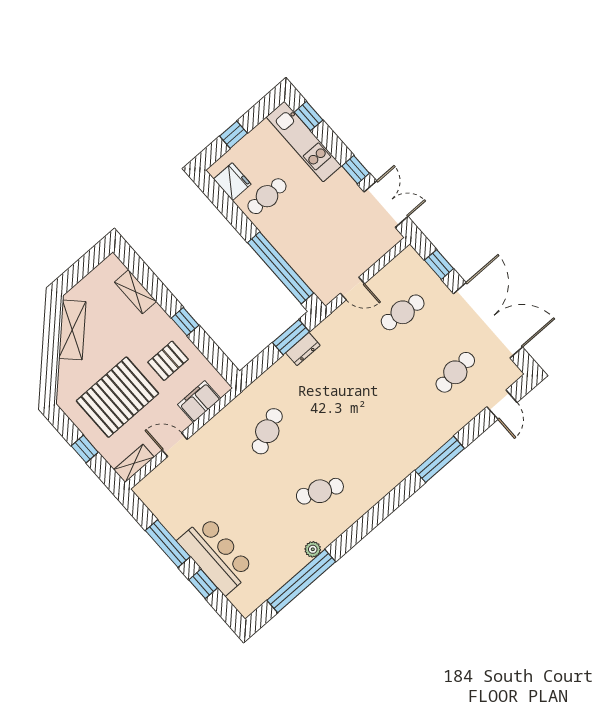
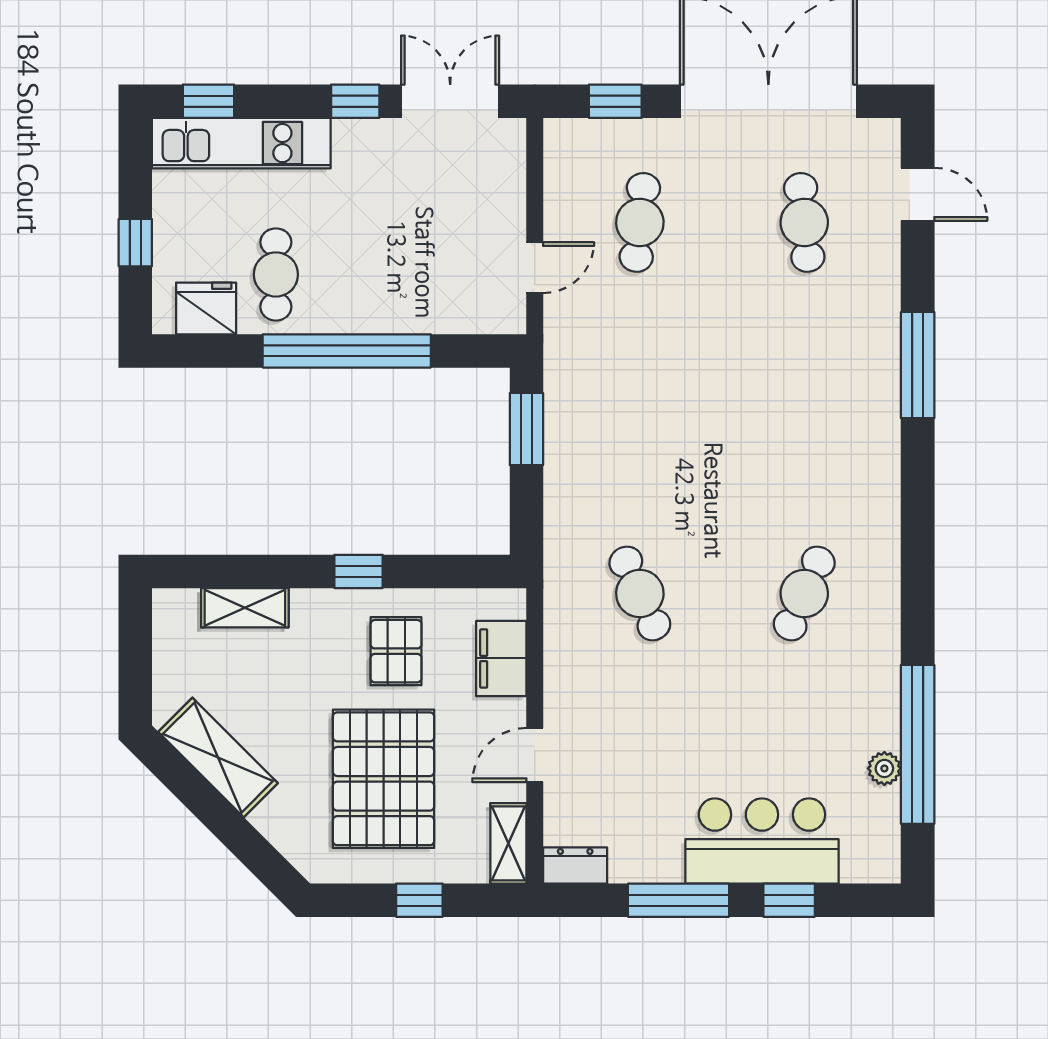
window: (281, 268) -> (347, 351), moved
dresser: (303, 349) -> (575, 865), moved, turned -90
plant: (313, 549) -> (884, 768), moved

